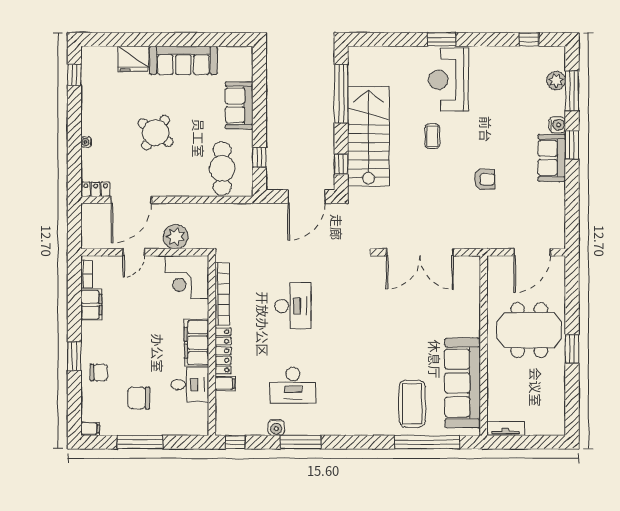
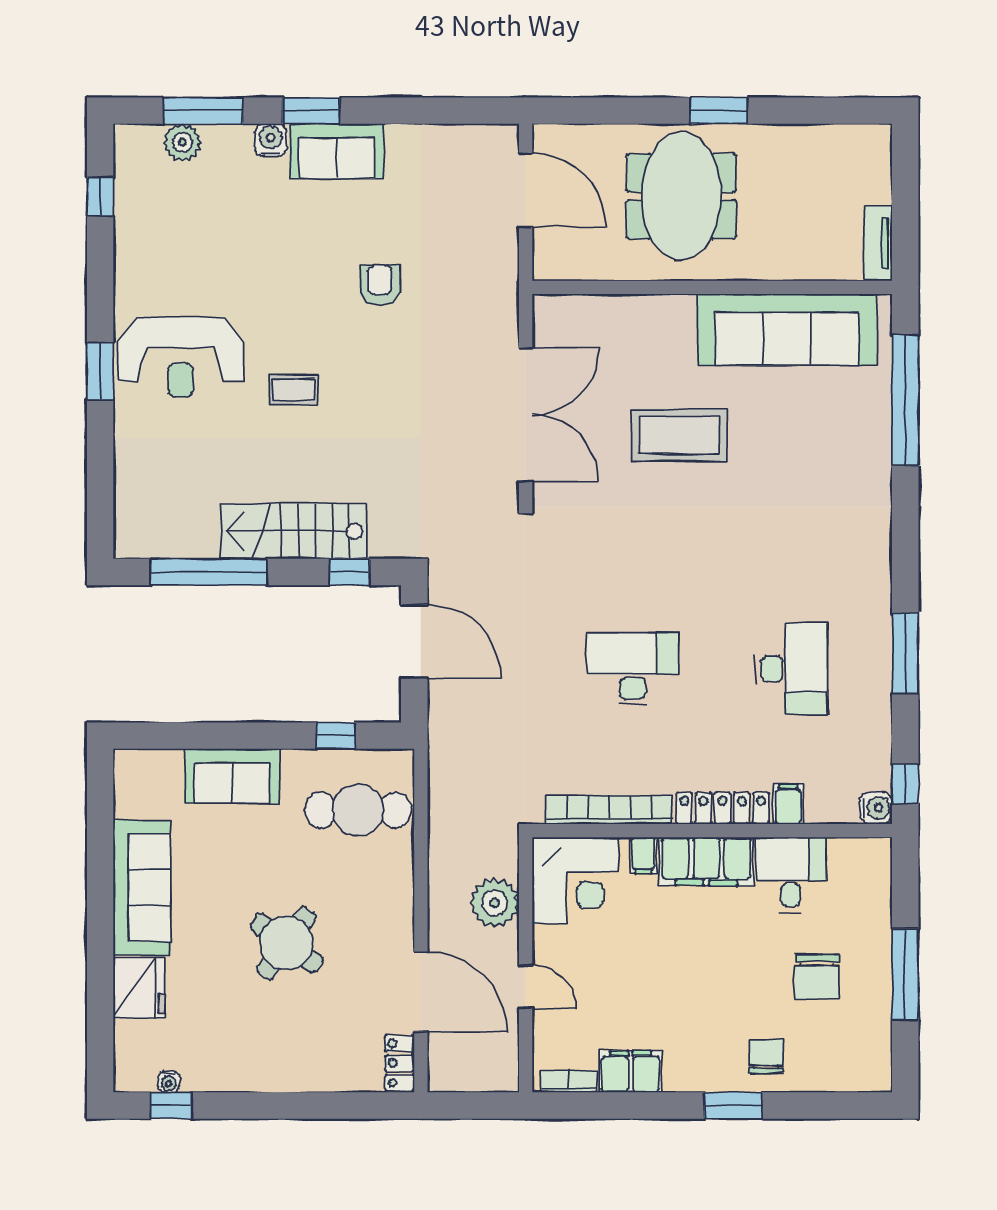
stairs: (369, 136) -> (293, 531), width x0.73, depth x0.66
water cooler: (86, 142) -> (169, 1082), moved
coffee table: (412, 404) -> (679, 435), moved
water cooler: (276, 427) -> (876, 808), moved
filing cabinet: (90, 429) -> (643, 855), moved, turned 180

